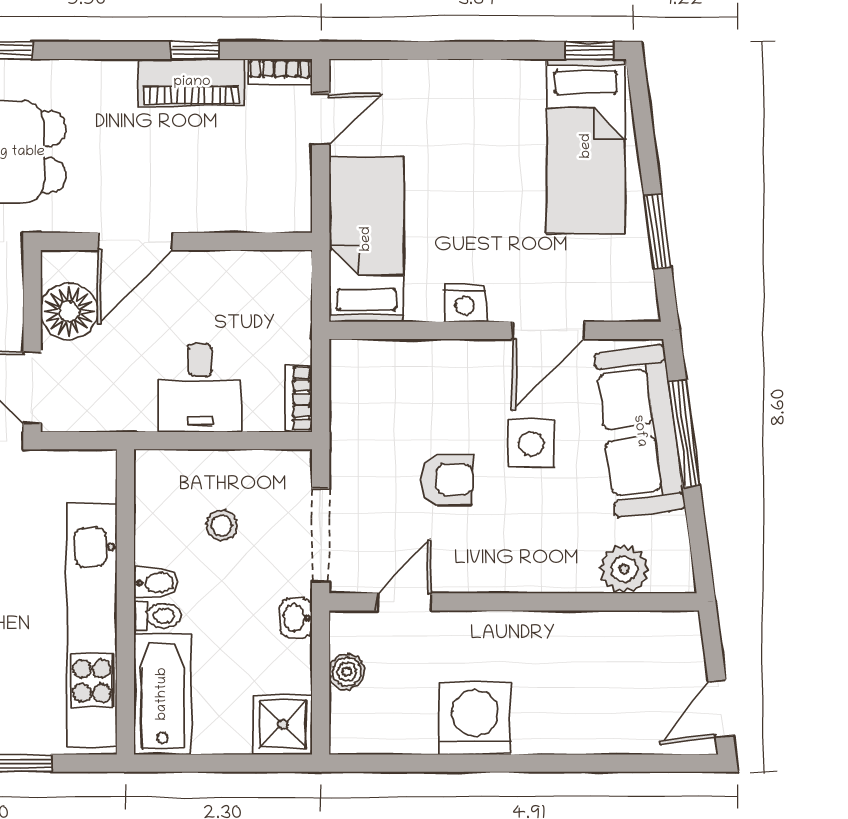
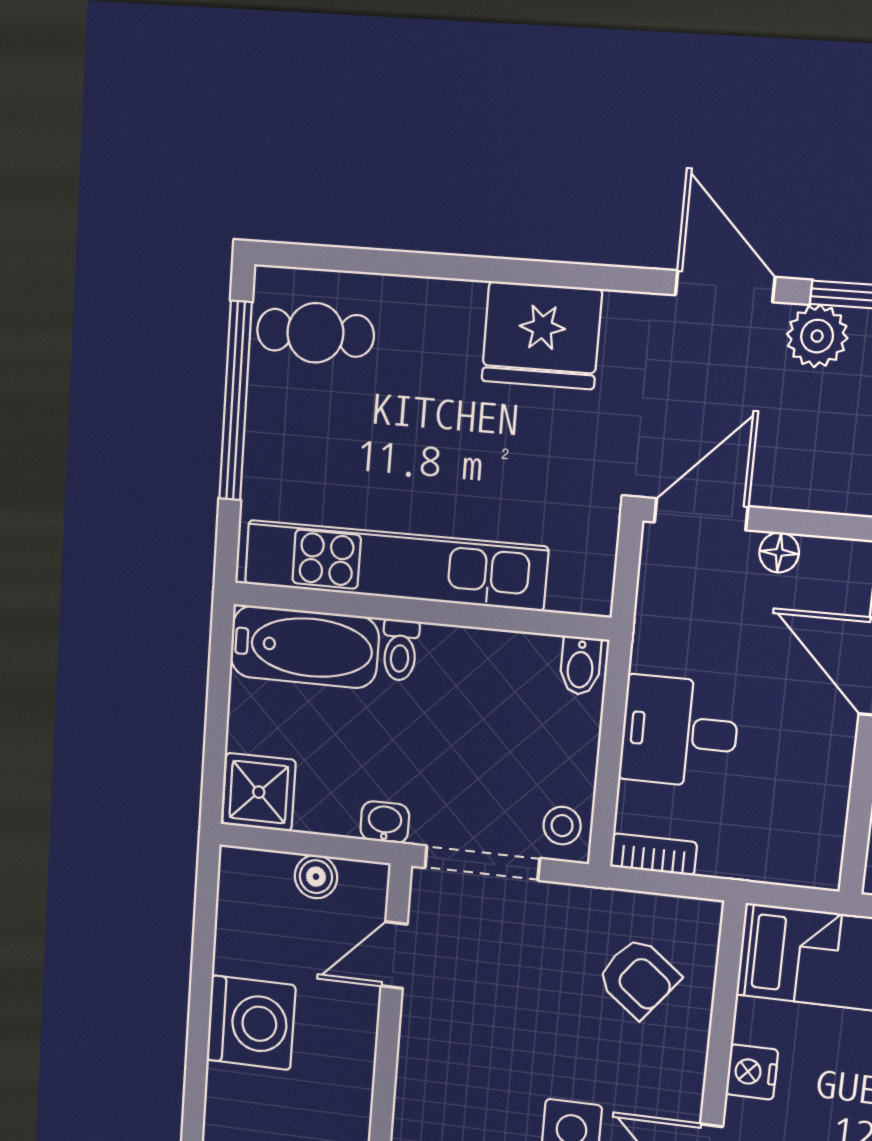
floor lamp: (69, 311) -> (779, 552), width x0.53, depth x0.53
armchair: (447, 480) -> (638, 978), moved, turned -52
stool: (222, 525) -> (562, 826), moved
bidet: (156, 583) -> (580, 666), moved
door: (404, 602) -> (394, 955), swing flipped

